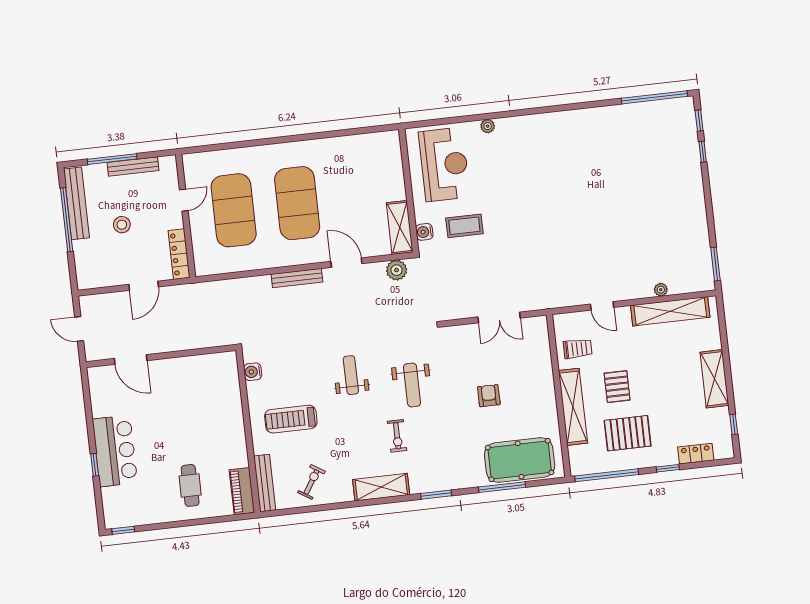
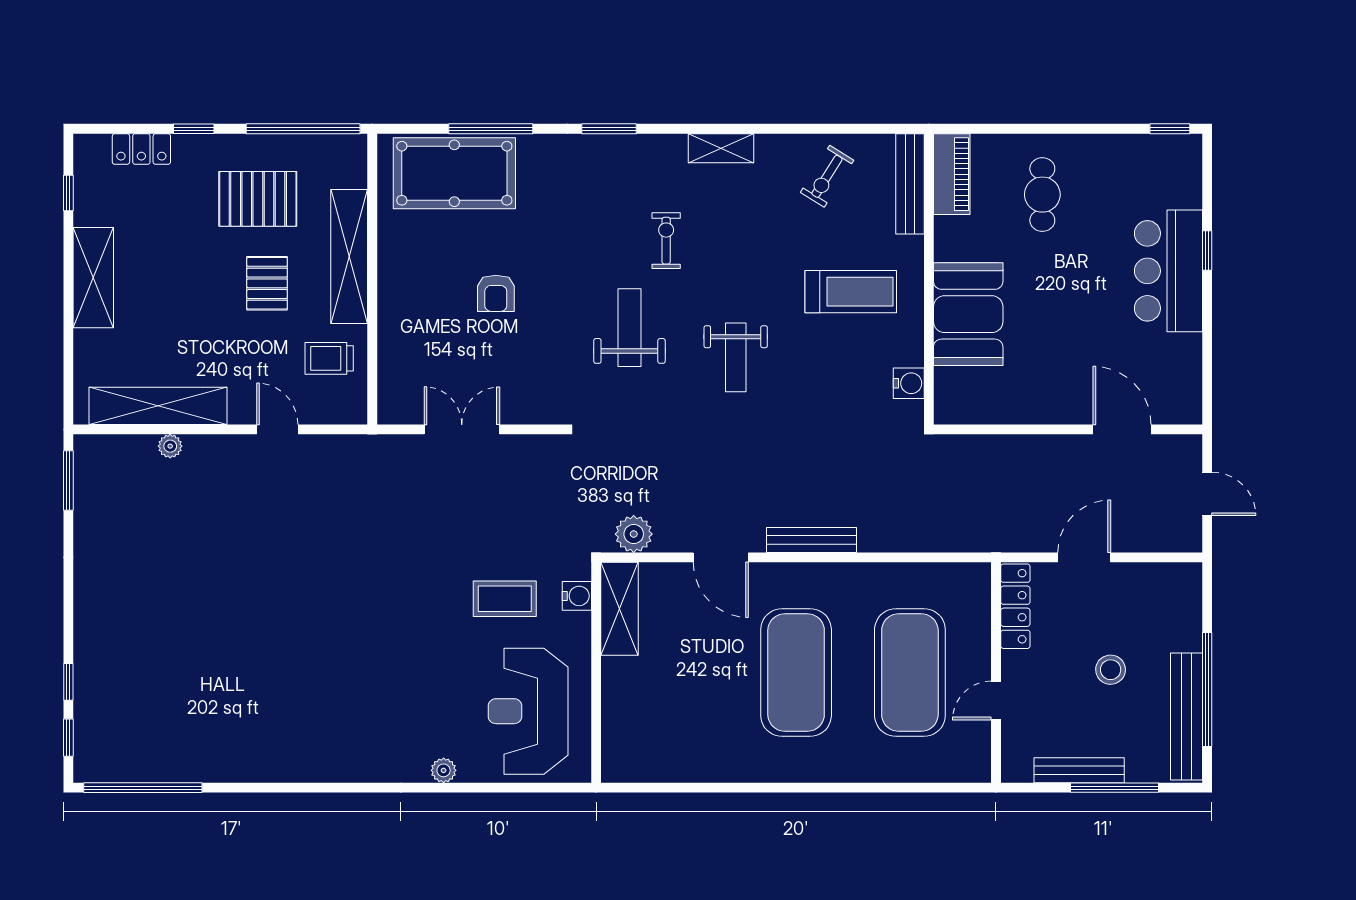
booth: (224, 414) -> (968, 314), added
shelving: (381, 487) -> (721, 148), width x0.67, depth x0.75

